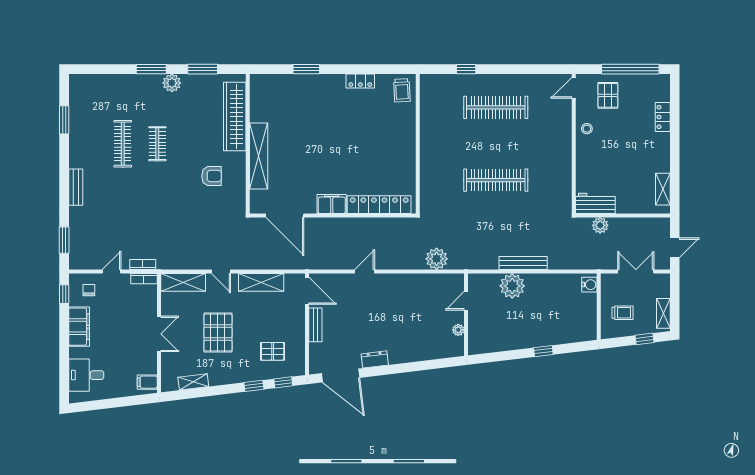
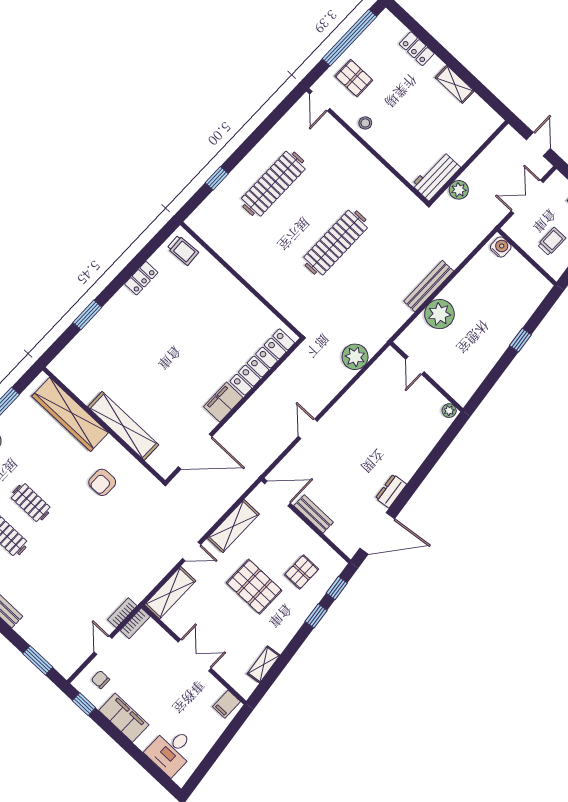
armchair: (212, 176) -> (102, 482), turned 180
shelving: (663, 189) -> (455, 84), moved
plant: (458, 330) -> (449, 411), moved
pallet: (218, 332) -> (254, 587), moved

